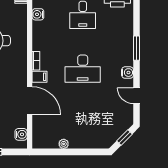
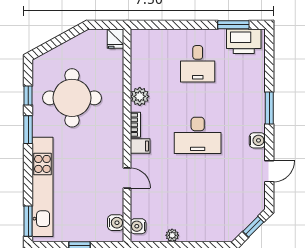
water cooler: (38, 14) -> (138, 226), moved
plant: (39, 39) -> (140, 96), added
door: (137, 96) -> (269, 171), swing flipped
door: (30, 101) -> (127, 178), width x0.53

